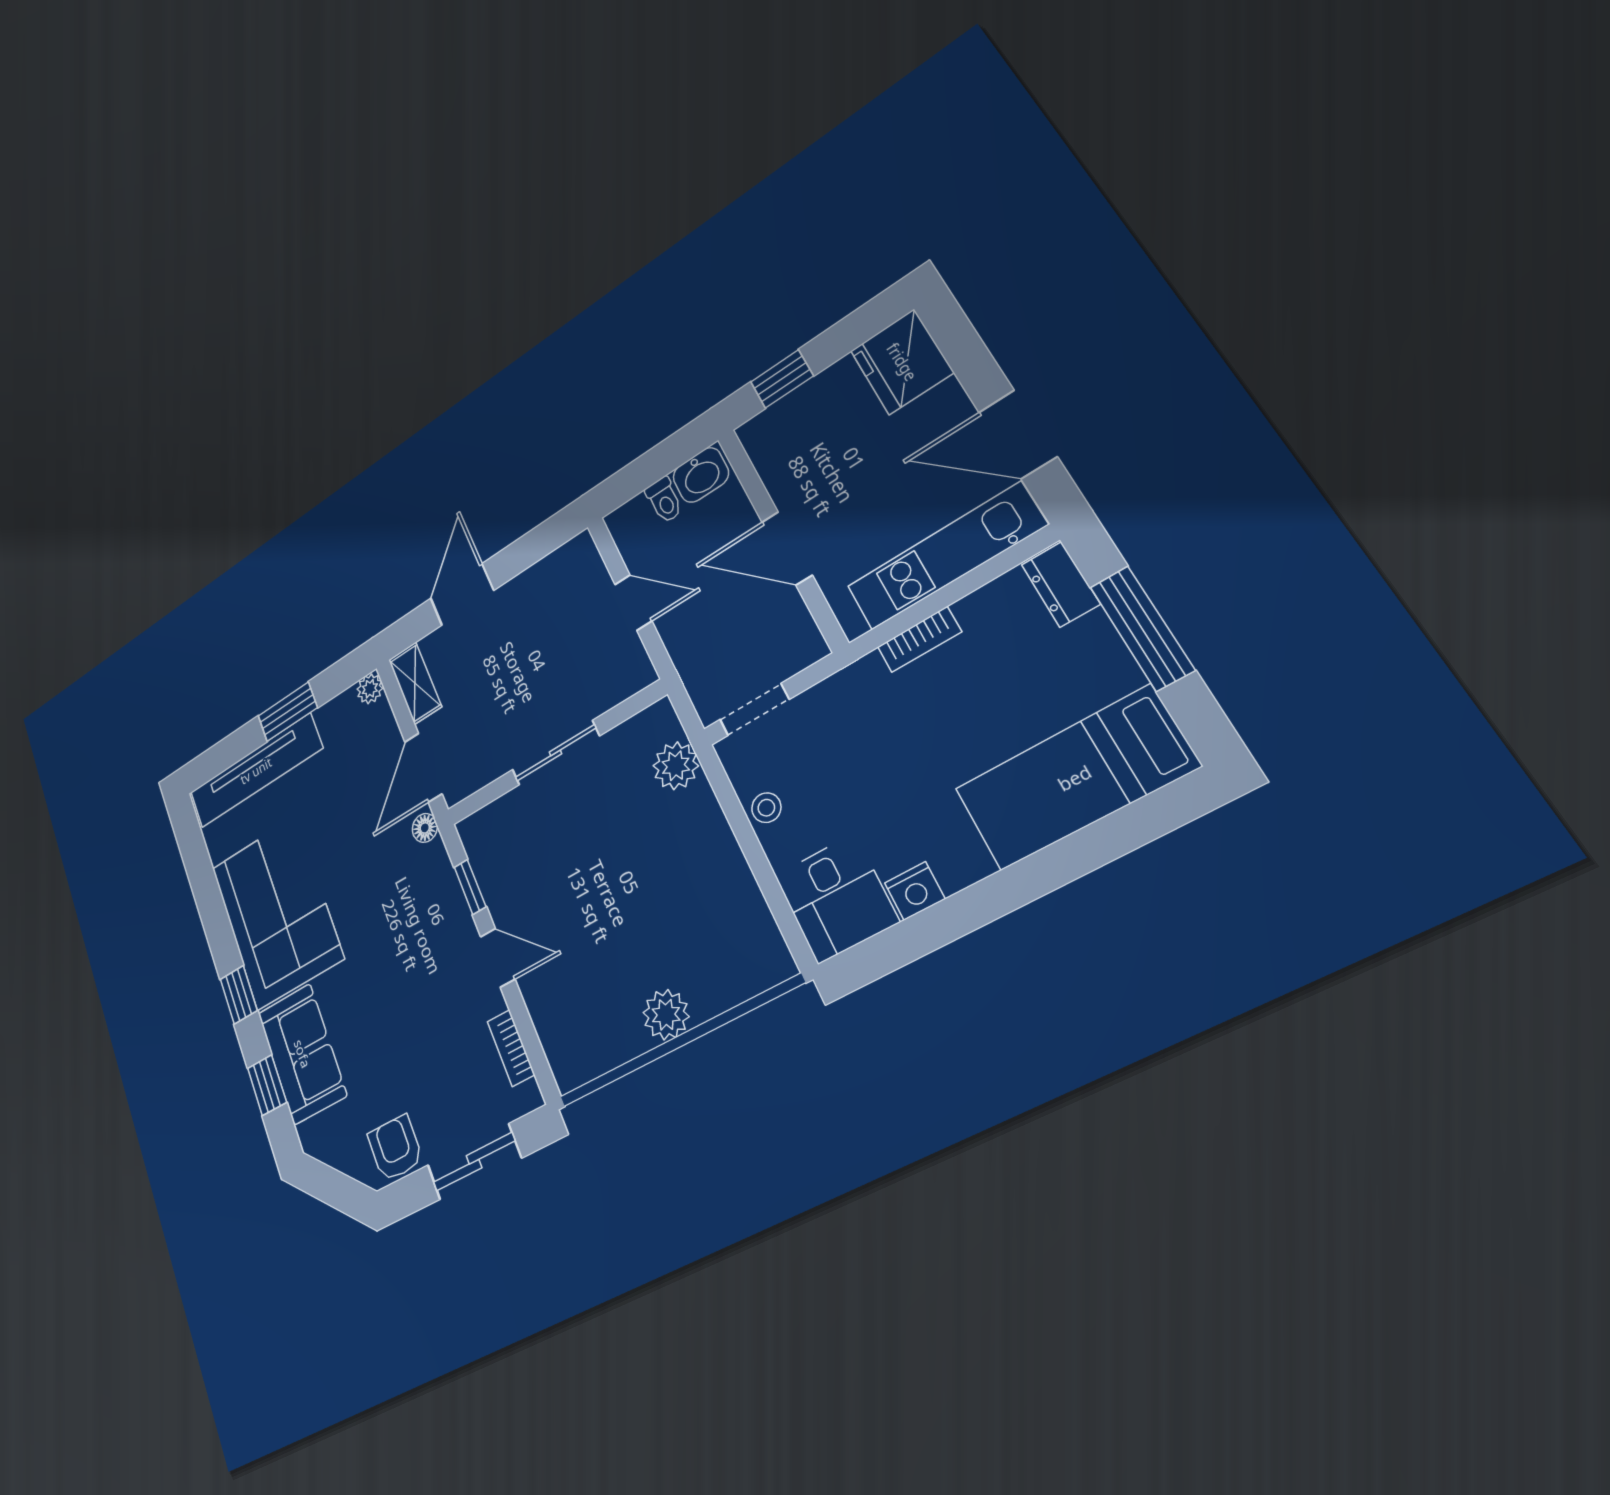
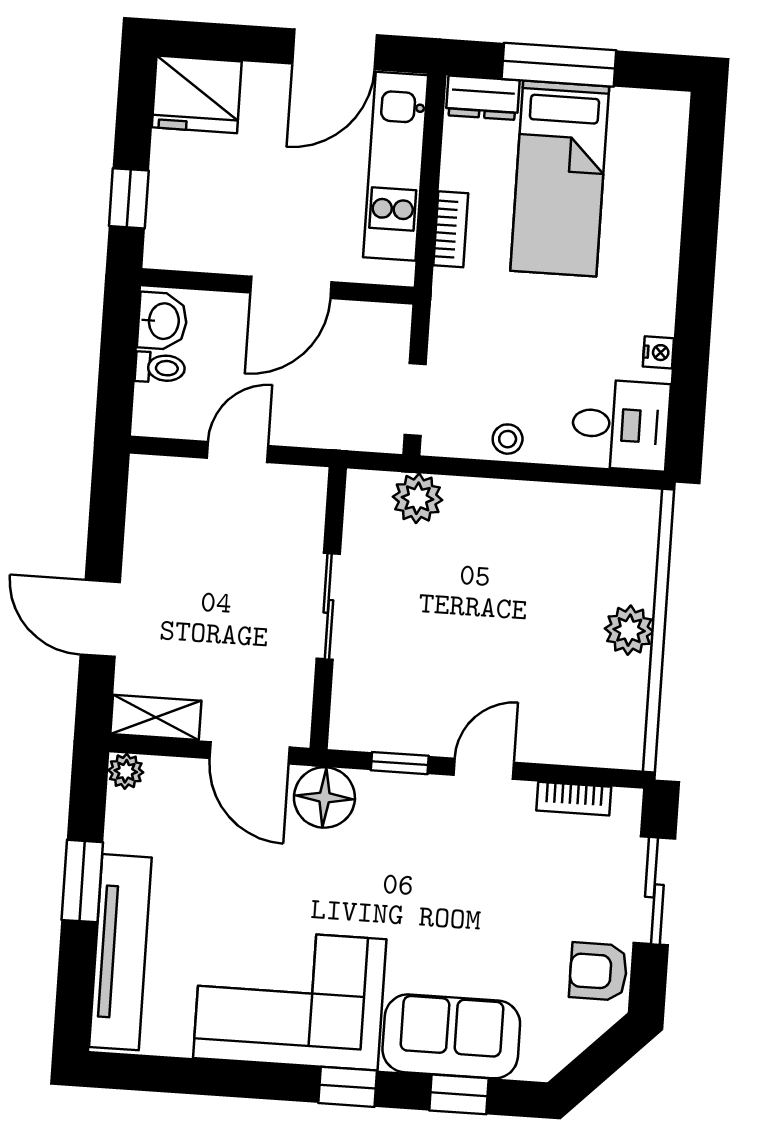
bed: (1075, 778) -> (560, 179), moved
floor lamp: (425, 828) -> (324, 797), width x1.89, depth x1.89
nightstand: (915, 891) -> (658, 352), width x0.72, depth x0.74

